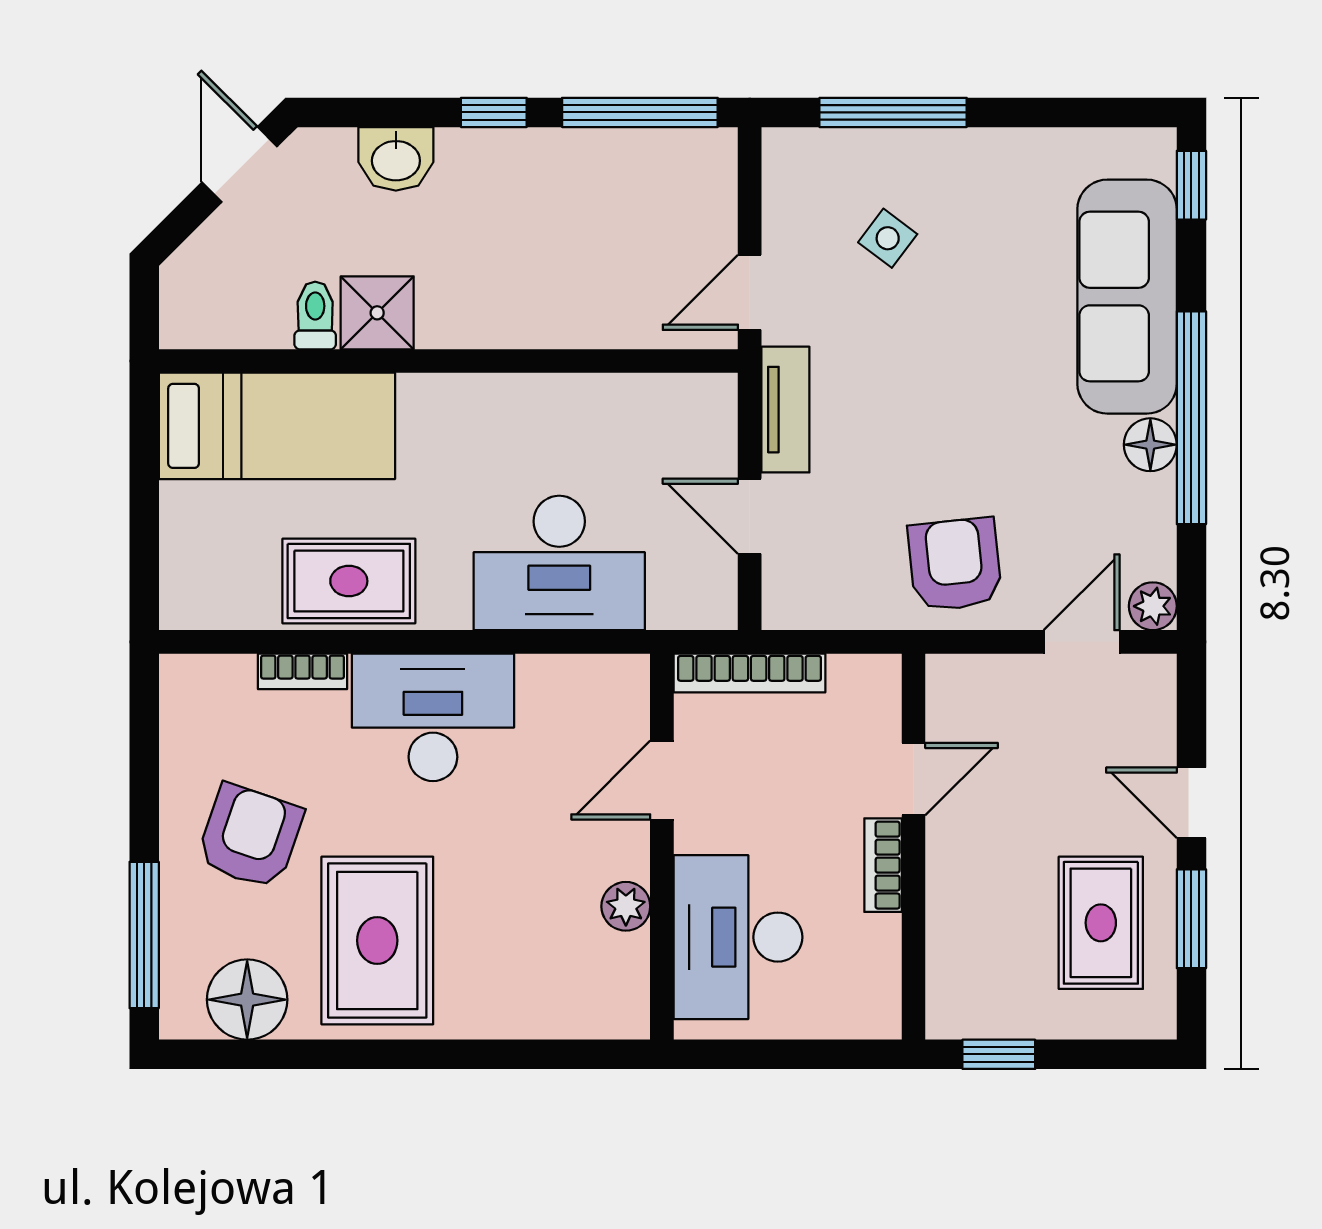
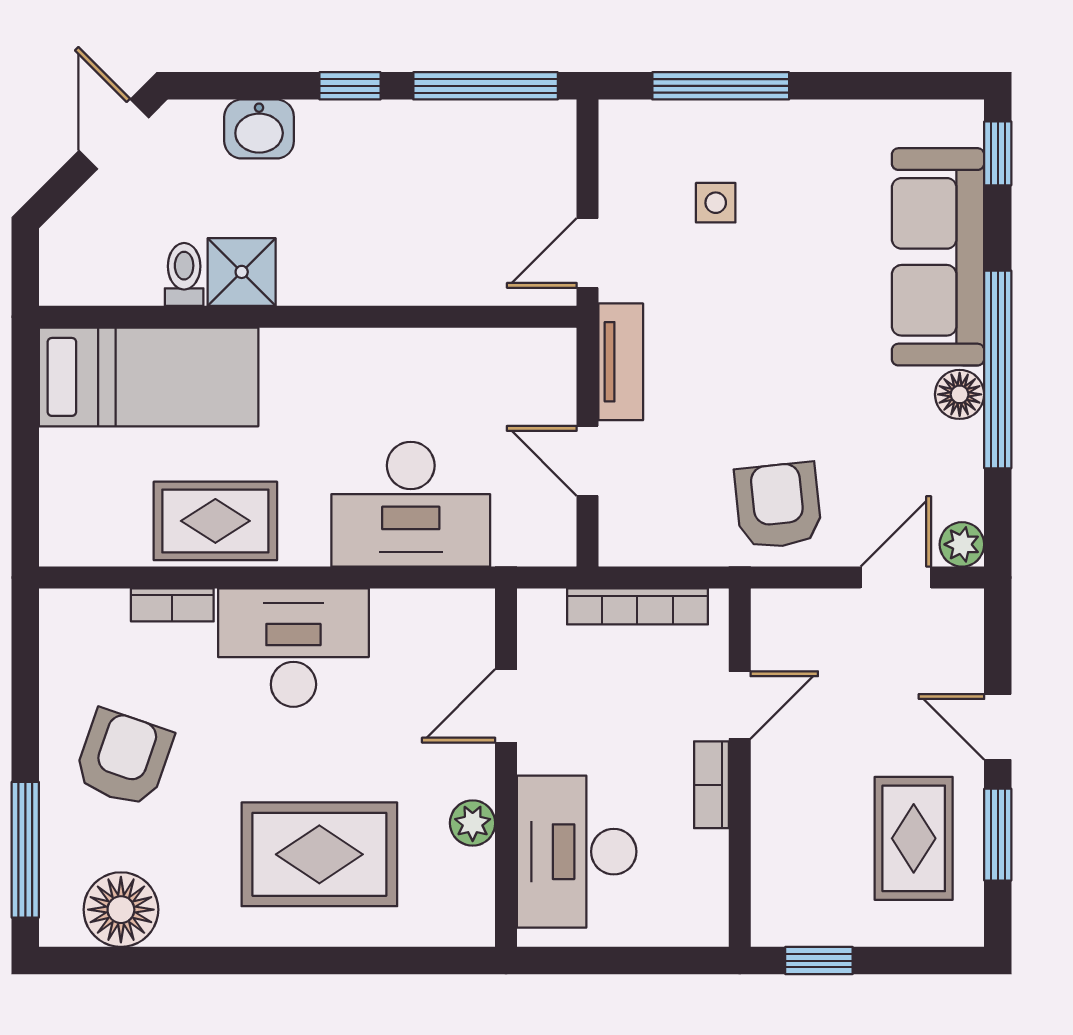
side table: (888, 238) -> (716, 203), turned -37
bookcase: (749, 673) -> (637, 606), moved
rug: (377, 940) -> (319, 854), moved, turned 90

